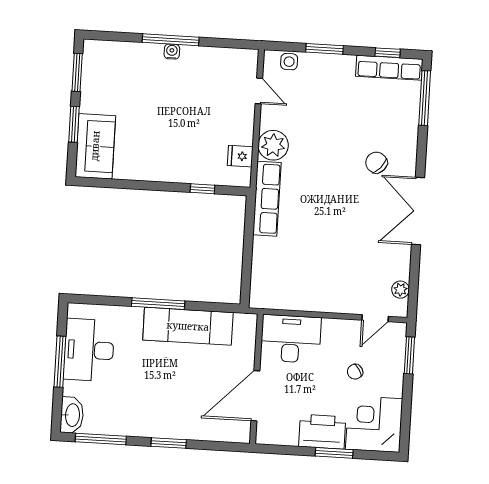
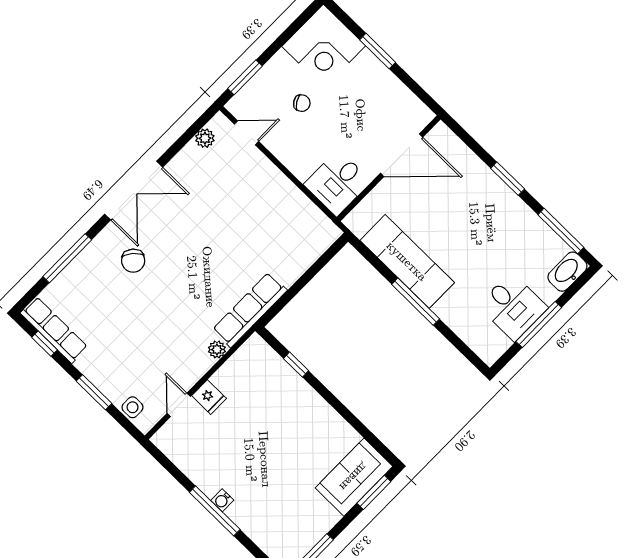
window: (425, 98) -> (67, 258), moved
window: (74, 124) -> (374, 492), moved
plant: (273, 145) -> (217, 349), width x0.53, depth x0.53
fridge: (240, 156) -> (209, 397), moved
desk: (291, 339) -> (338, 183), width x0.73
desk: (89, 350) -> (513, 307), width x0.73
printer: (322, 432) -> (372, 77), removed

